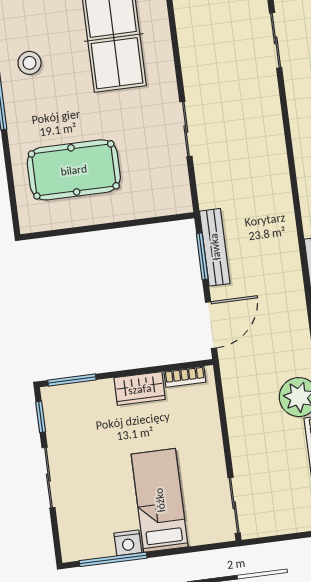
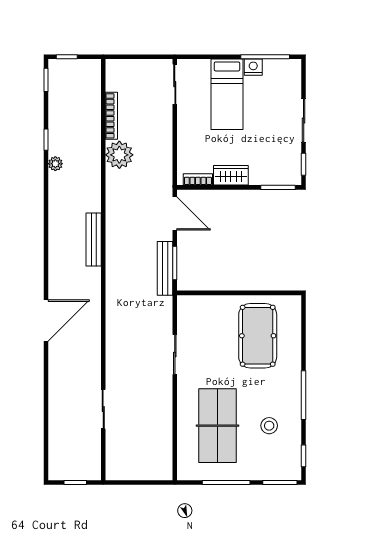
stool: (30, 63) -> (269, 426), moved
pool table: (74, 170) -> (258, 336), turned 90
door: (211, 325) -> (175, 214), swing flipped

